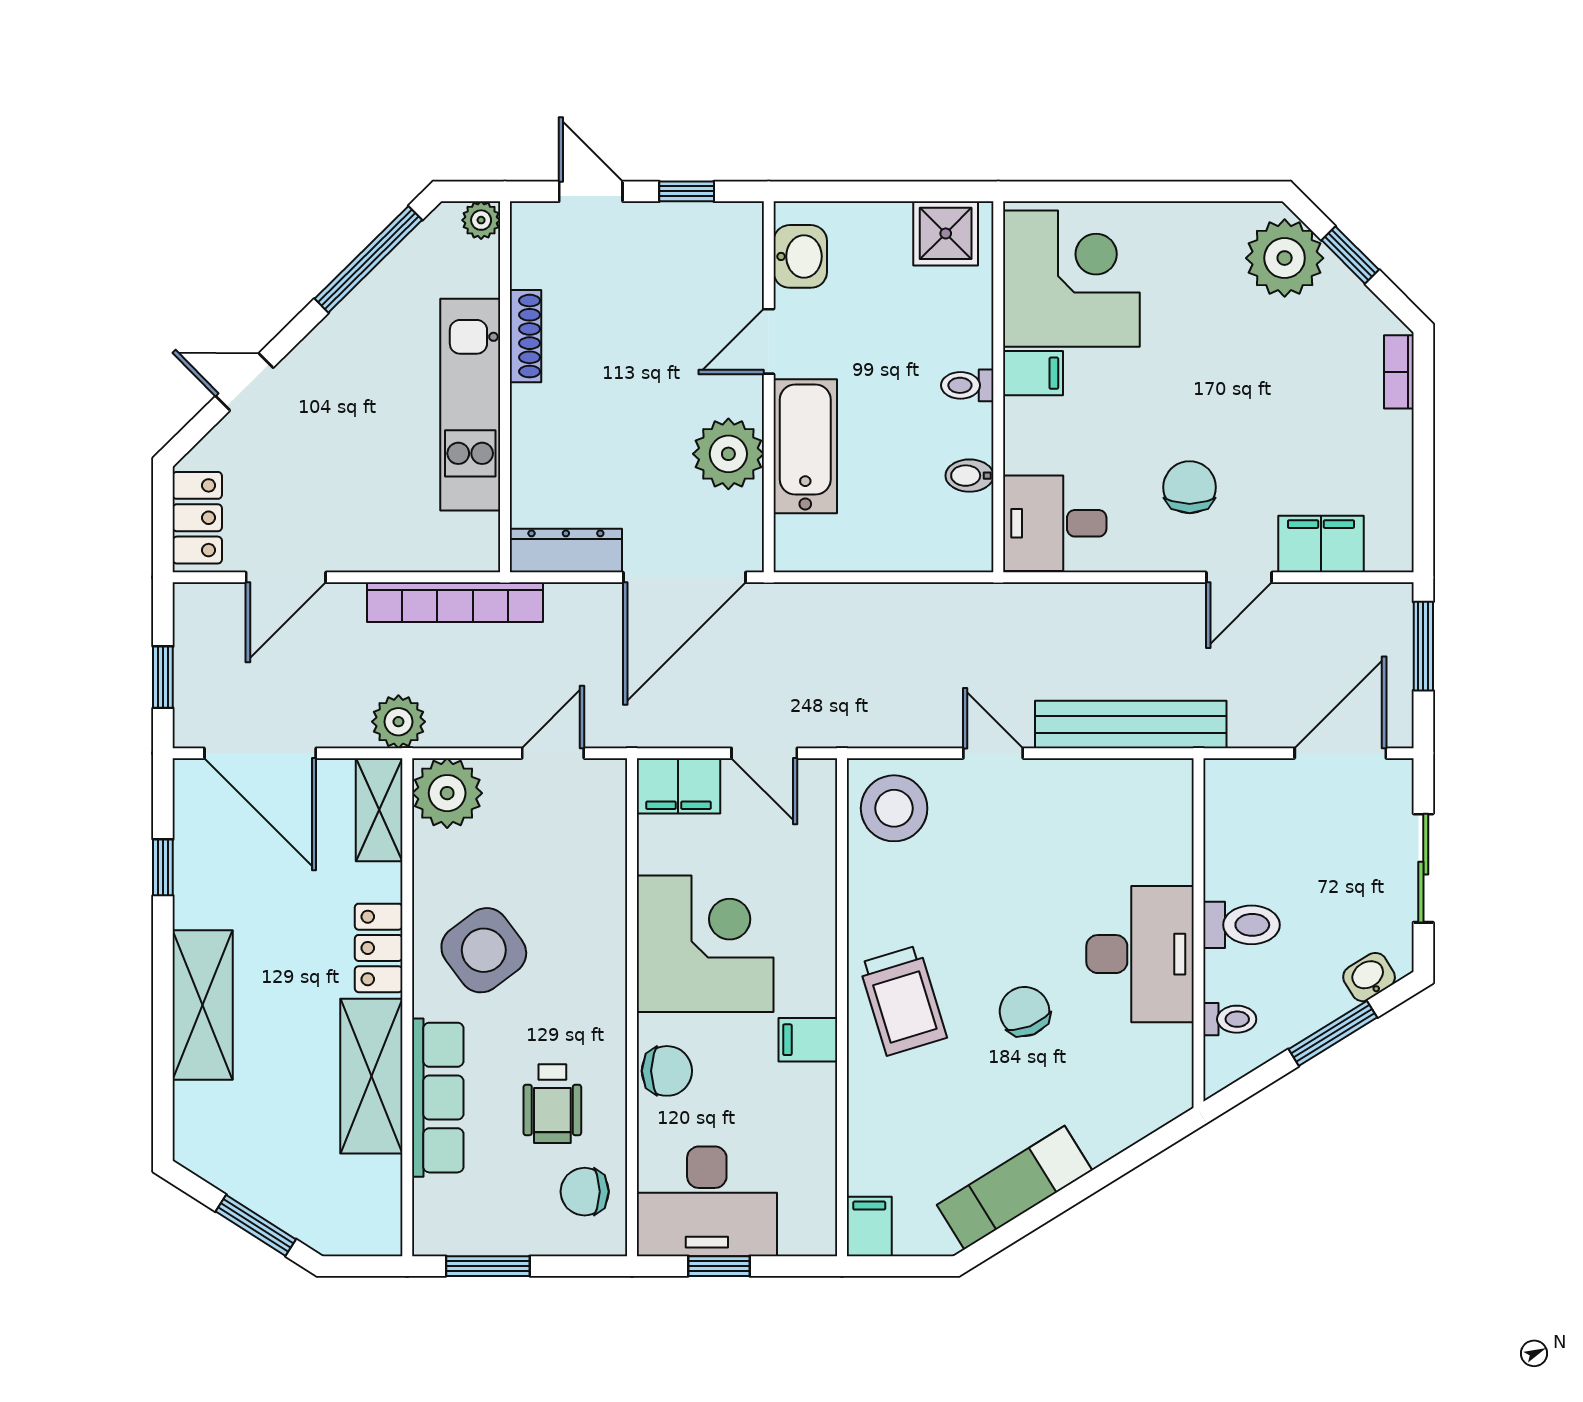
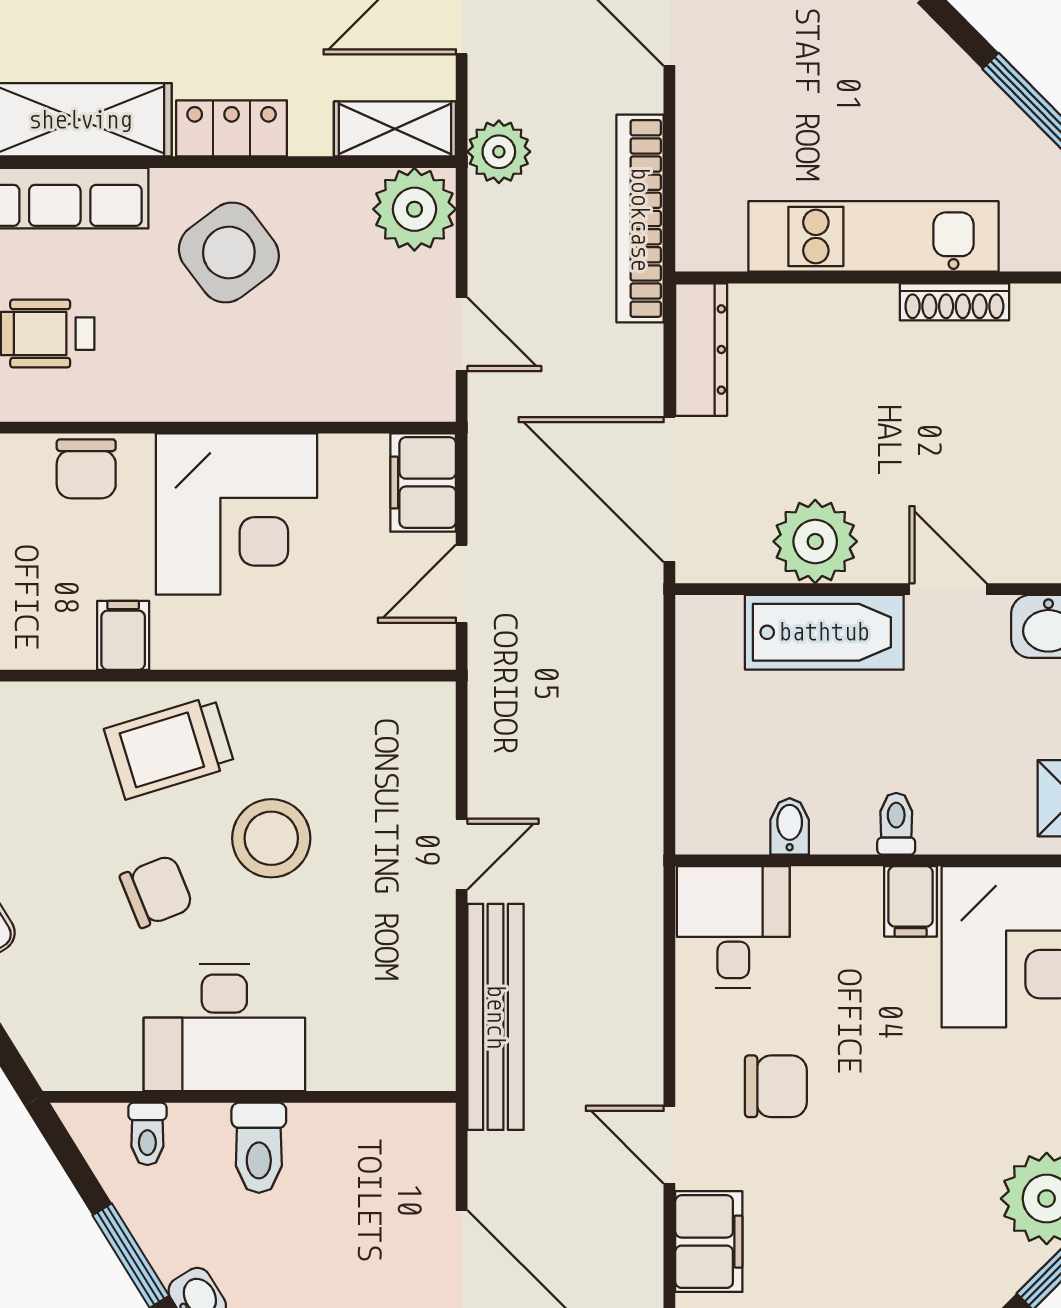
stool: (894, 808) -> (271, 838), moved

